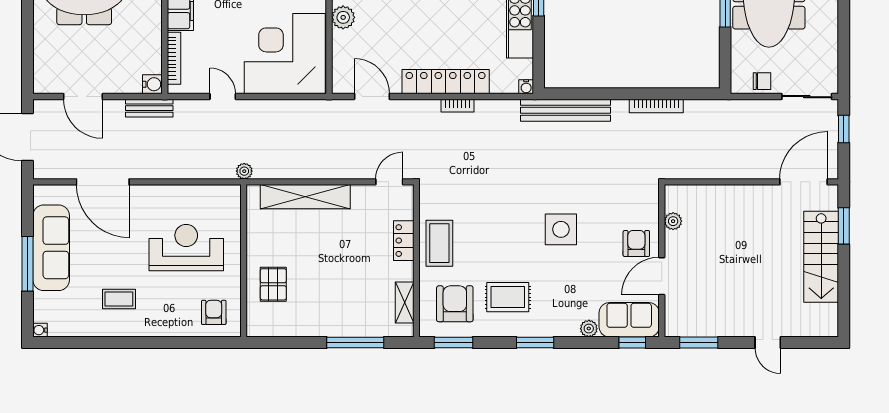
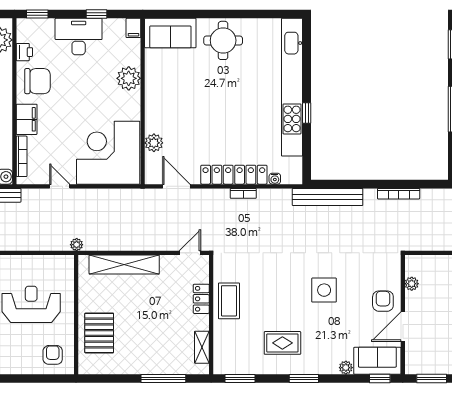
plant: (343, 17) -> (154, 143), moved
water cooler: (526, 87) -> (275, 179), moved
pallet: (273, 284) -> (99, 333), width x1.50, depth x1.42
armchair: (455, 304) -> (241, 348), removed

